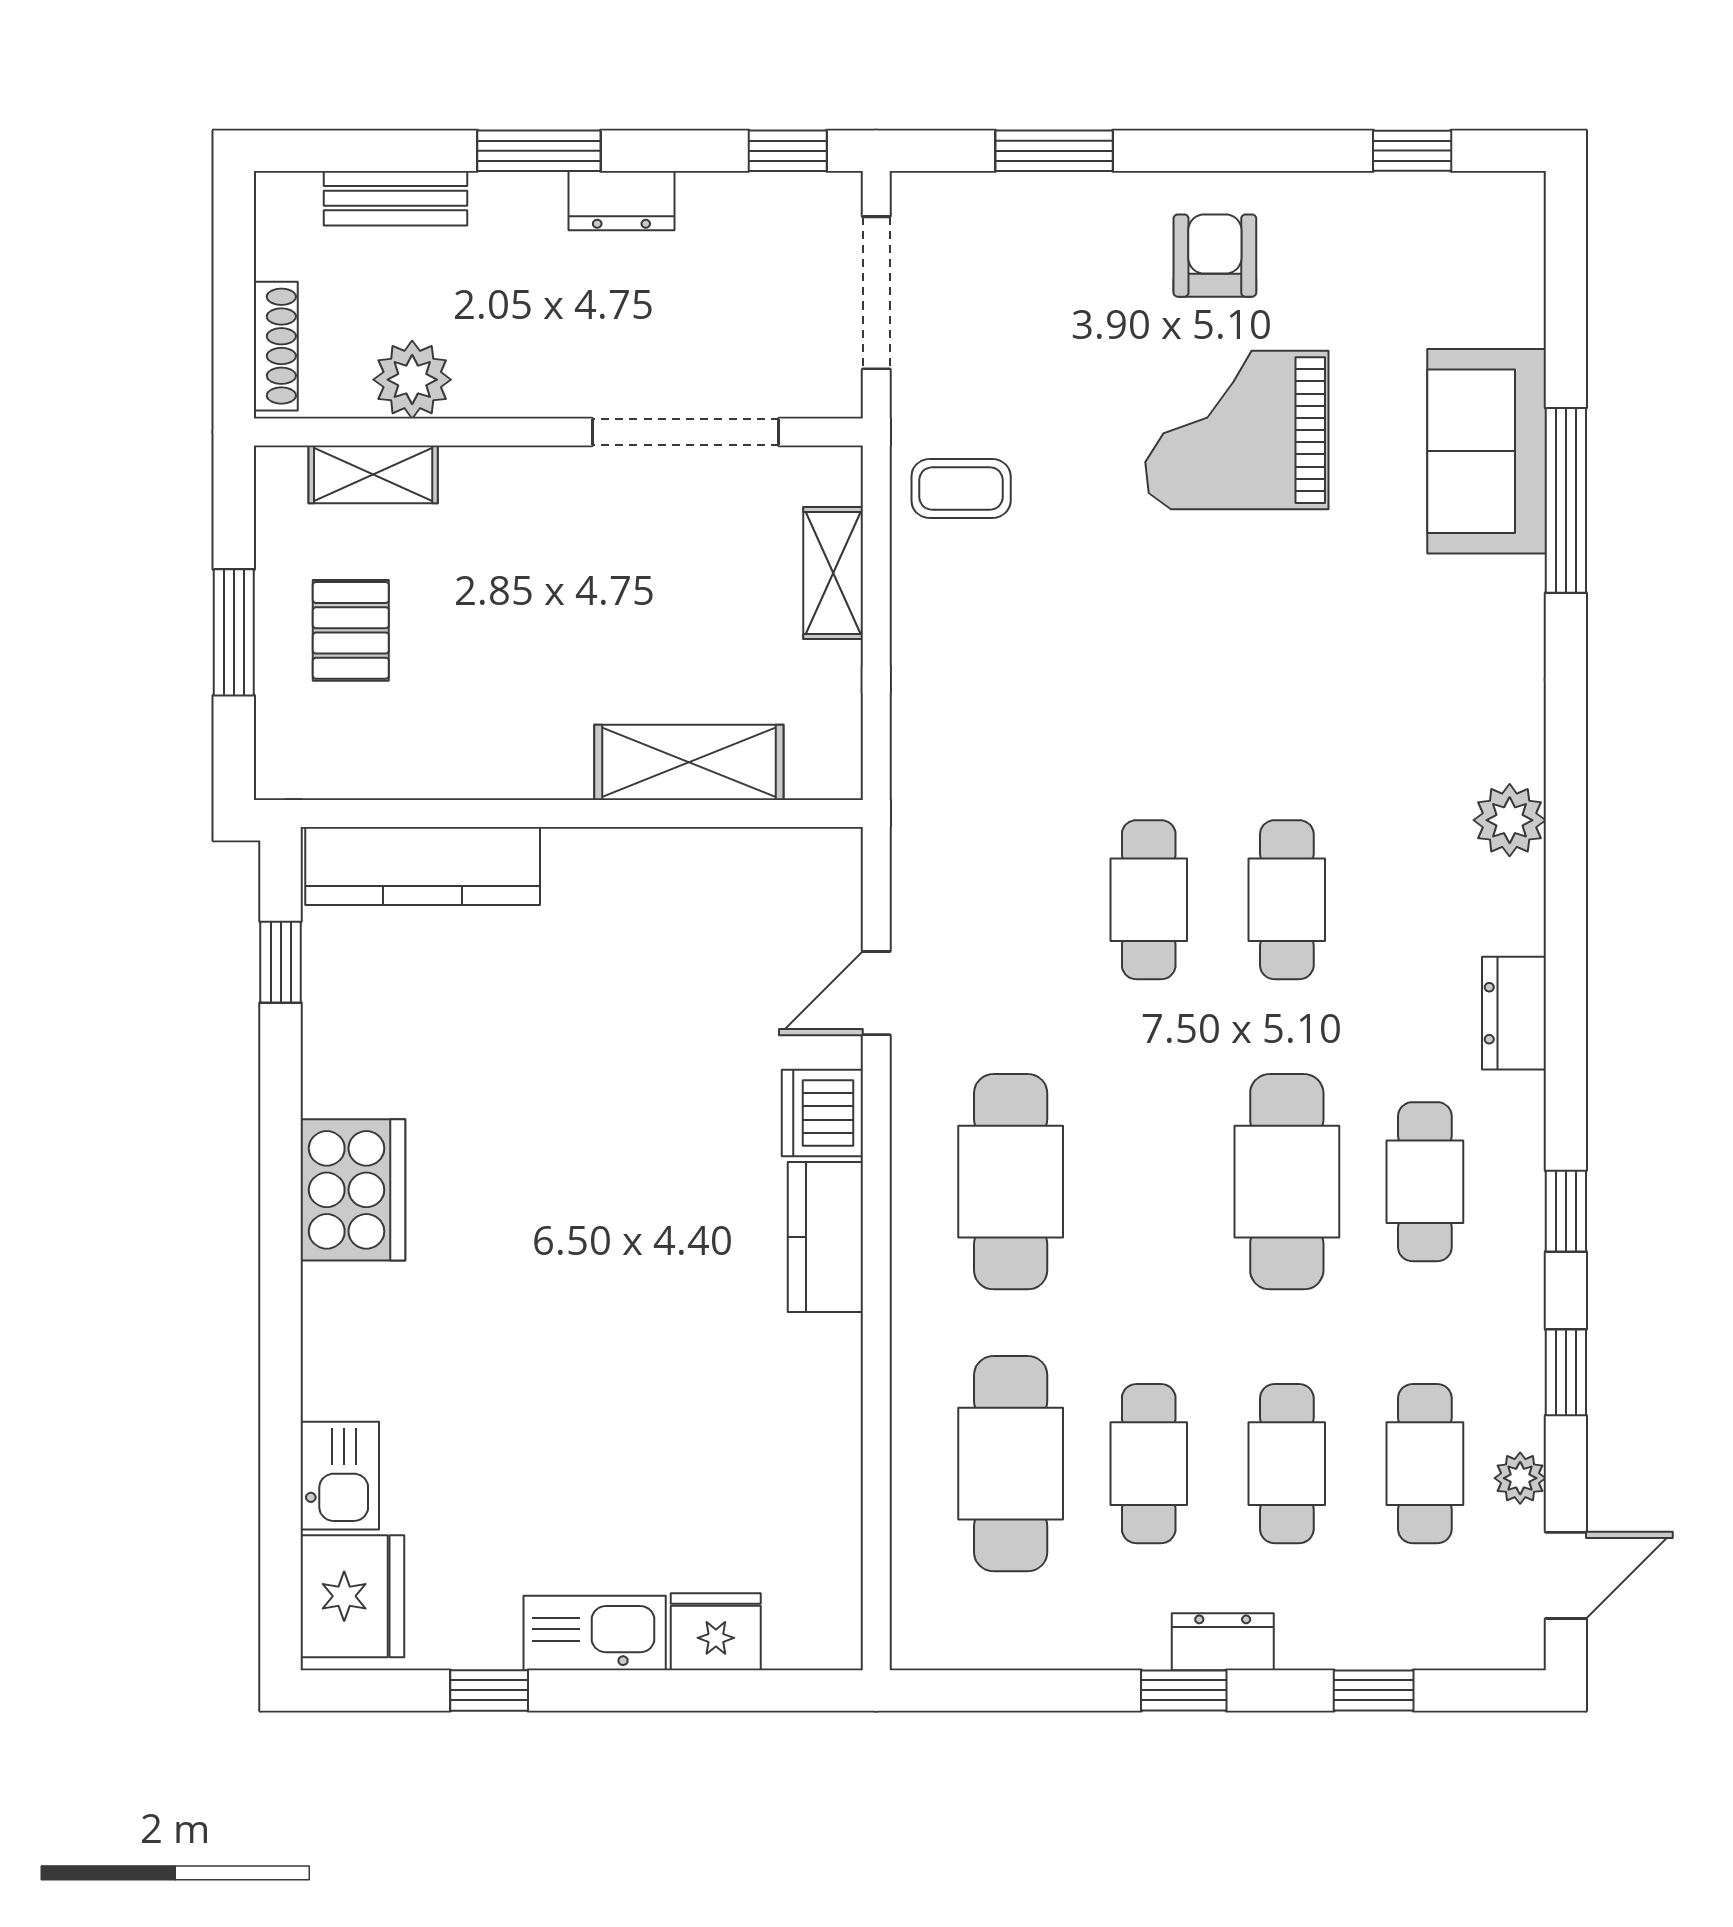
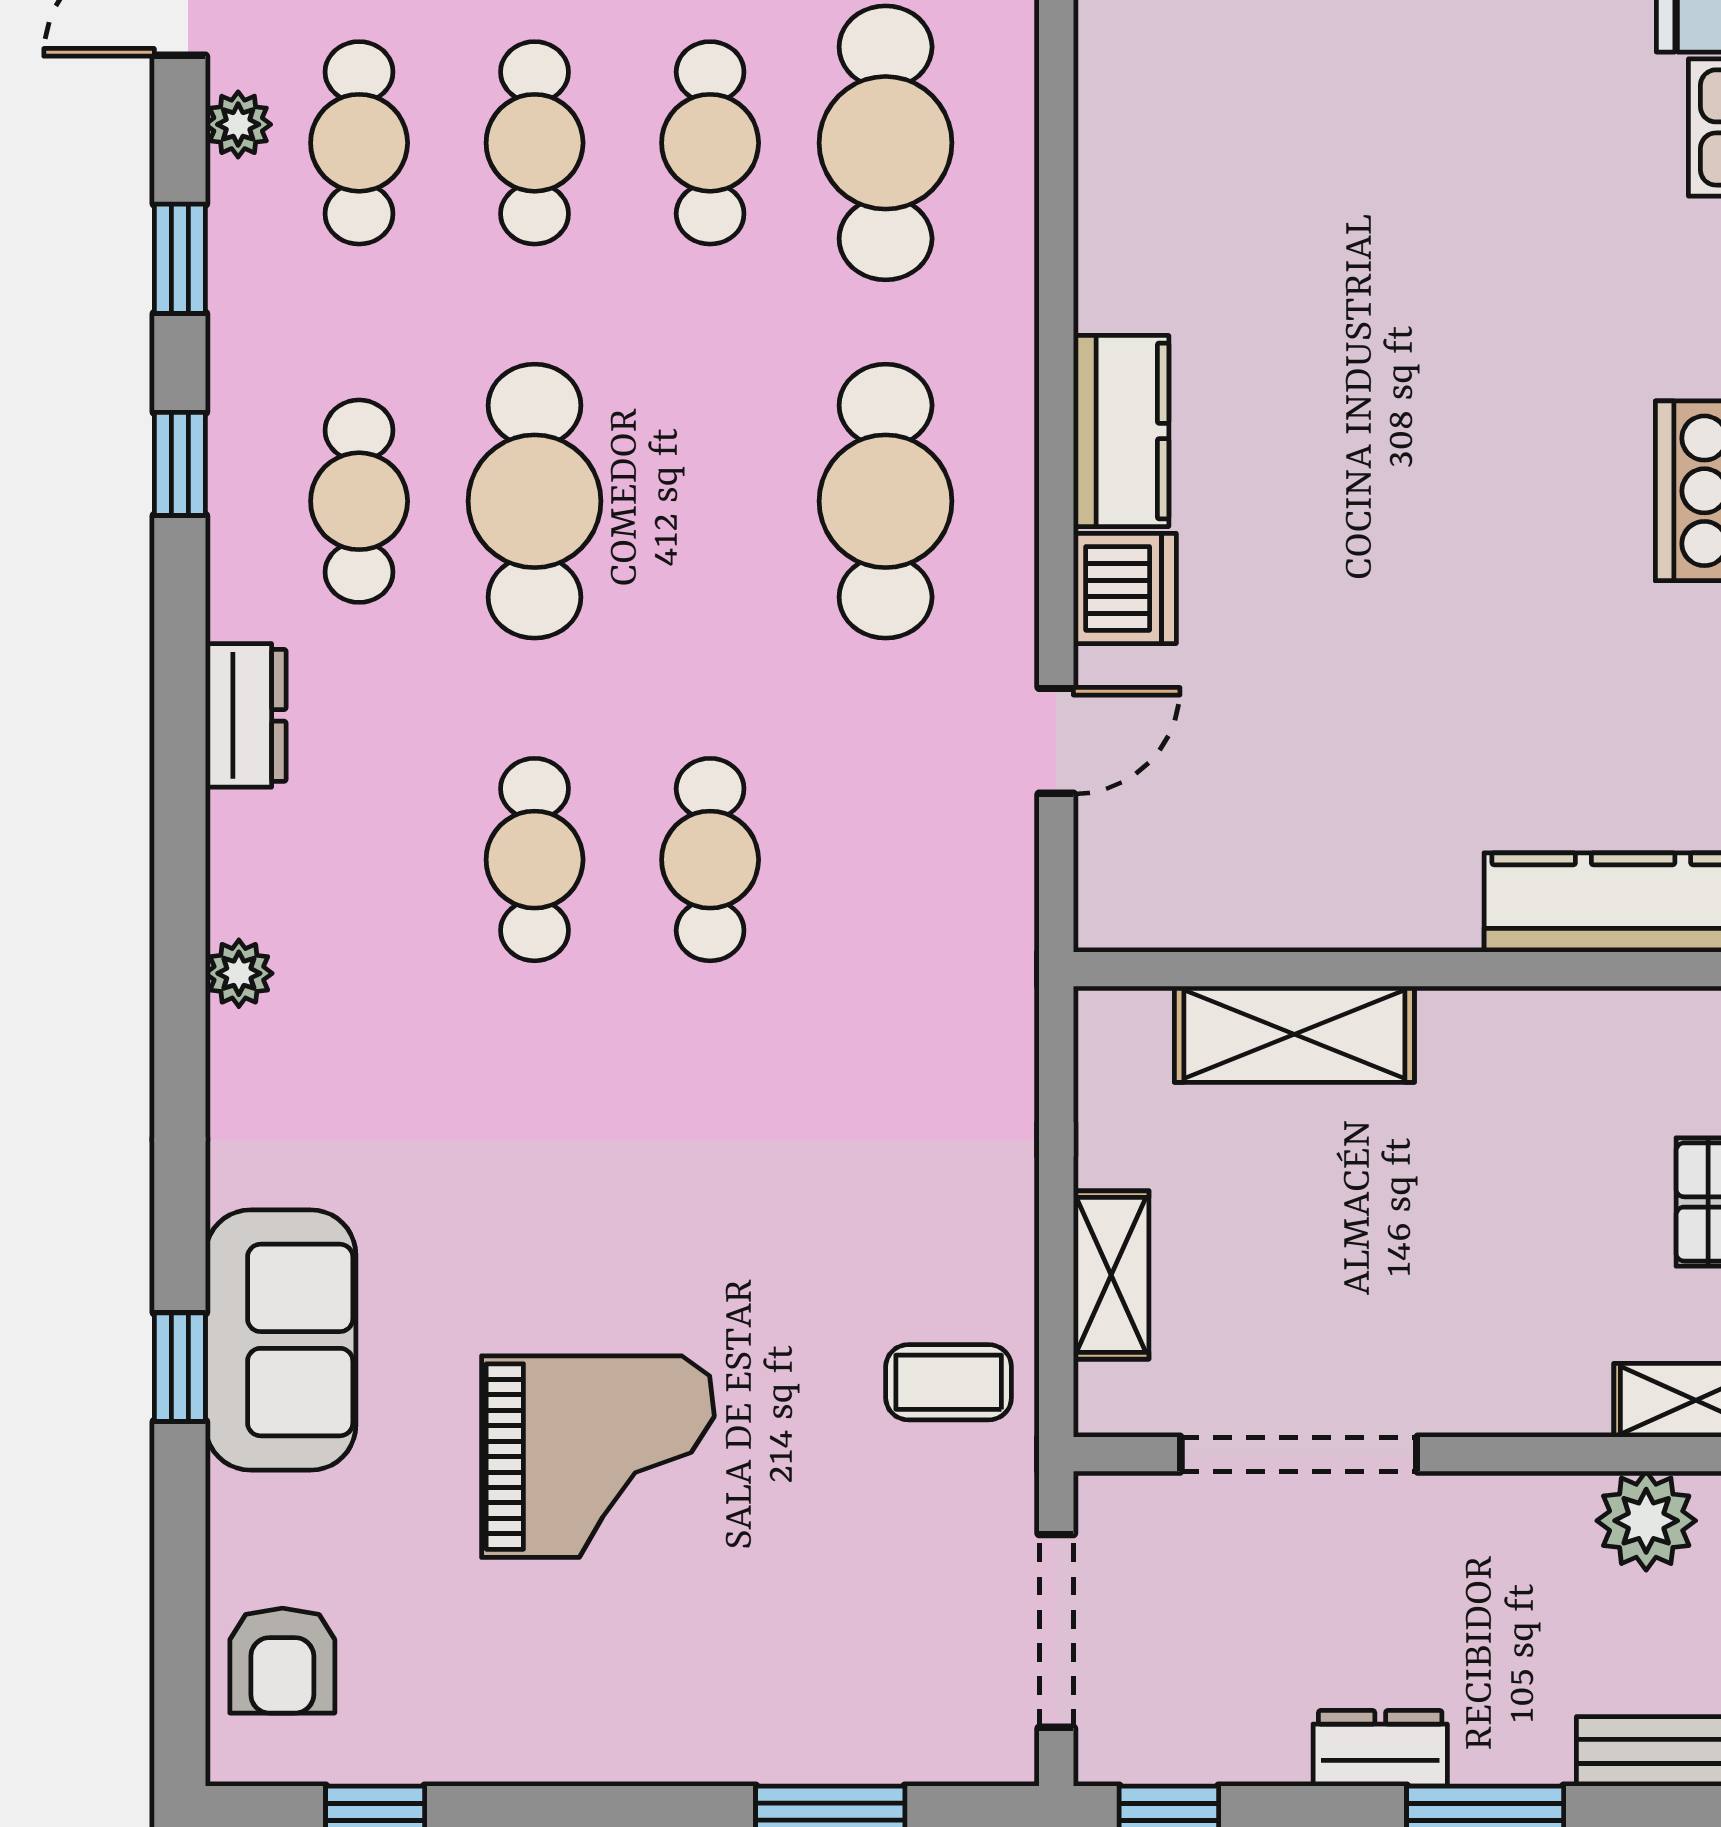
armchair: (1215, 256) -> (282, 1661), moved
sofa: (1487, 451) -> (281, 1340), moved
window: (1566, 500) -> (180, 1367), width x0.46
plant: (1510, 820) -> (239, 973), width x0.73, depth x0.73

